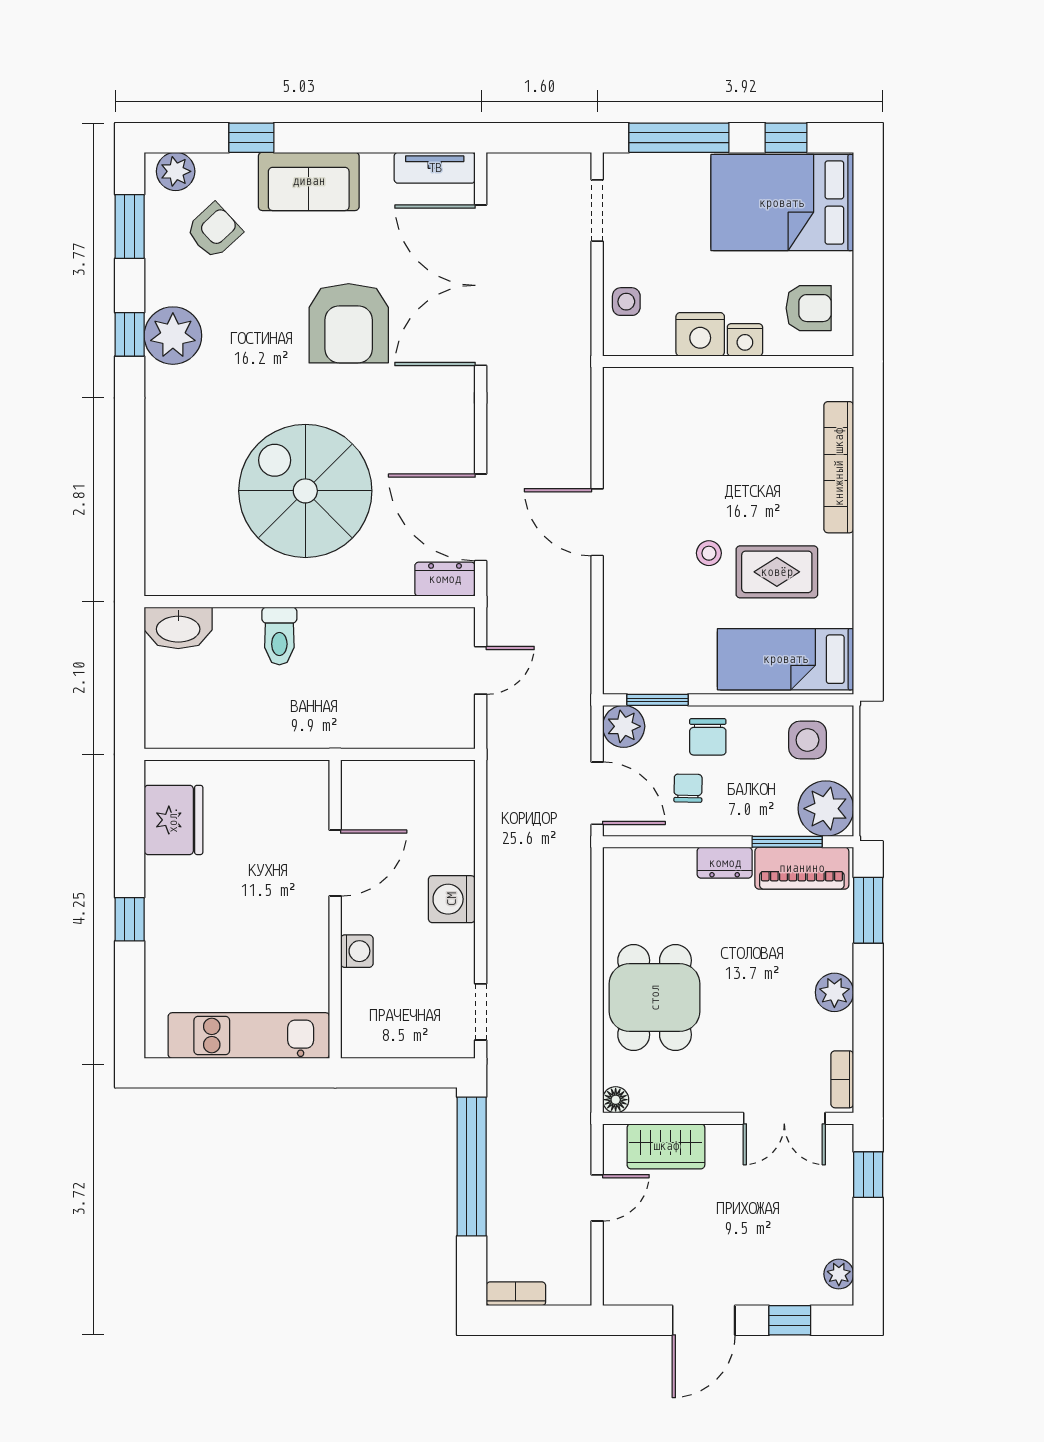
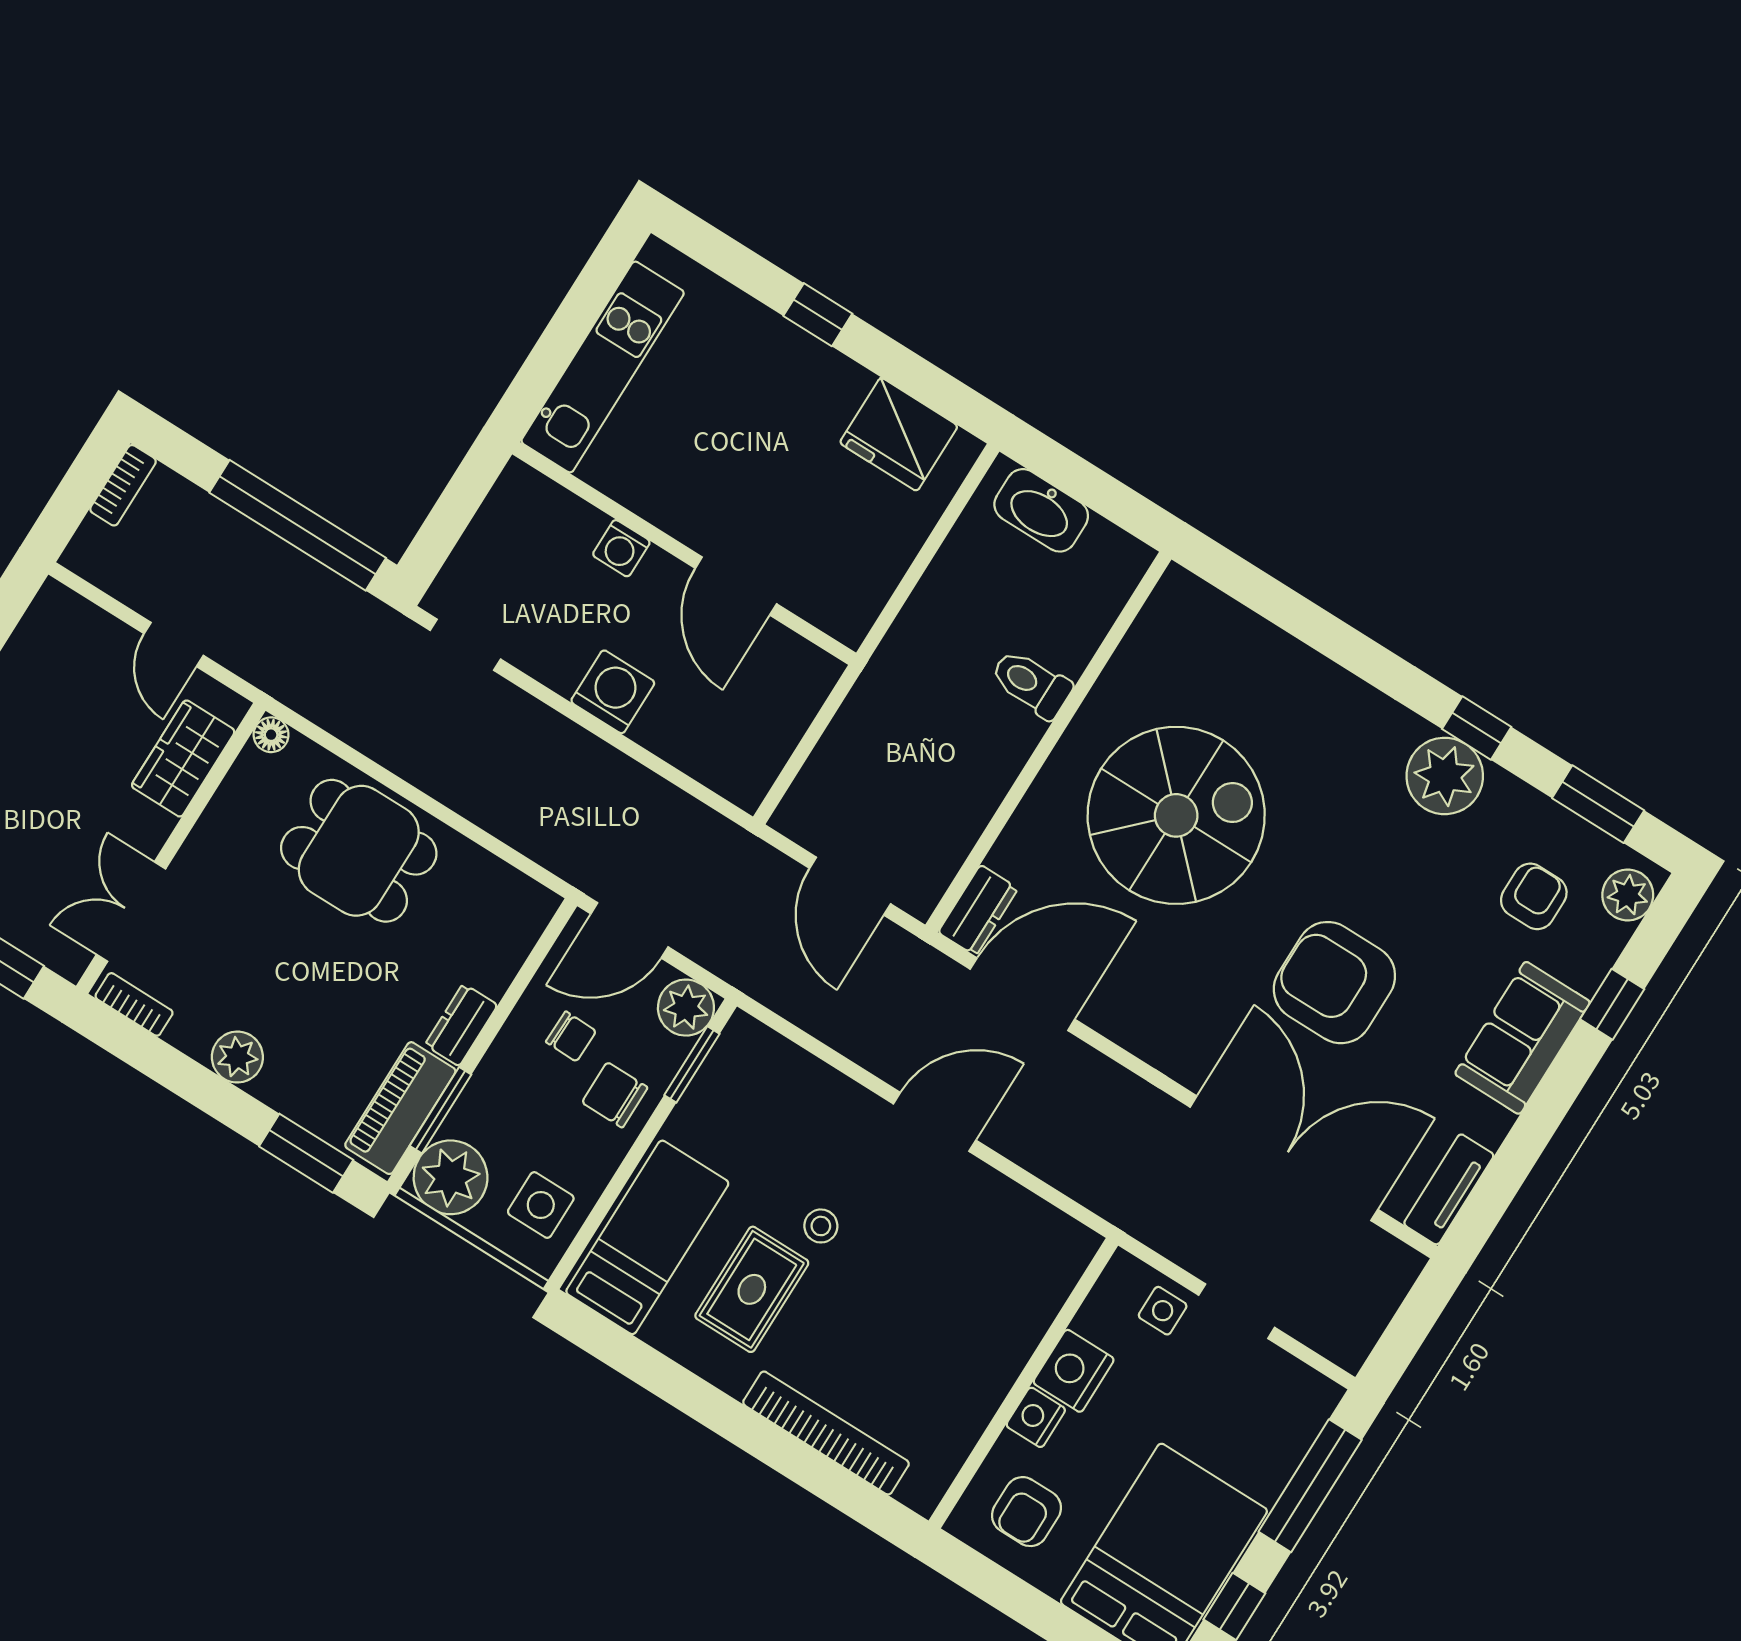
doorway: (597, 210) -> (1237, 1311), moved
armchair: (214, 231) -> (1534, 896), turned -137
washbasin: (178, 628) -> (1041, 510), moved, turned -90
door: (481, 670) -> (850, 886), width x1.38

